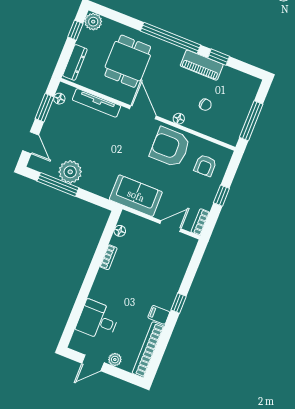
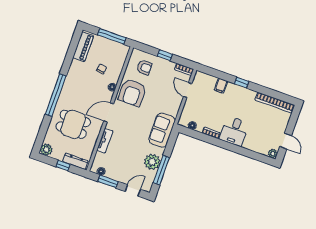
window: (75, 30) -> (63, 166), moved
window: (219, 57) -> (68, 61), removed
piano: (202, 65) -> (83, 47), moved
tv unit: (97, 103) -> (105, 141), width x0.71
sofa: (136, 196) -> (162, 130), moved
filing cabinet: (159, 315) -> (221, 86), moved
desk: (98, 320) -> (234, 131), moved
plant: (115, 360) -> (273, 154), moved

